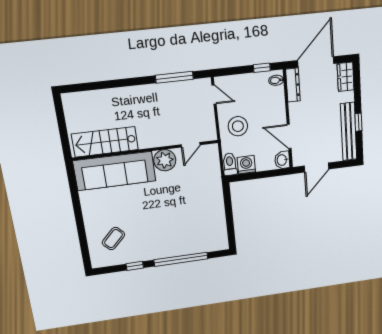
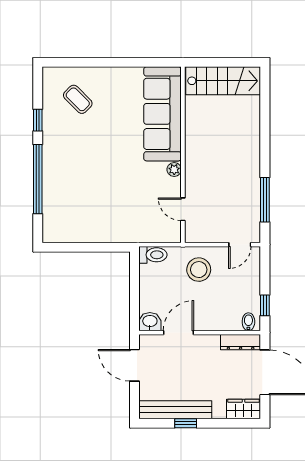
stairs: (105, 142) -> (223, 81), moved, turned 90
plant: (165, 160) -> (174, 170), width x0.53, depth x0.53
washing machine: (246, 165) -> (150, 275), removed

